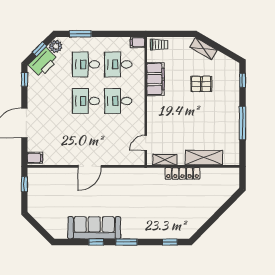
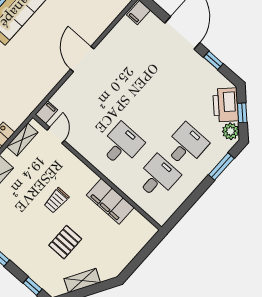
filing cabinet: (137, 42) -> (46, 112), moved
trolley: (159, 45) -> (56, 200), moved
shelving: (204, 49) -> (82, 281), moved
window: (24, 79) -> (213, 60), moved
desk: (86, 101) -> (150, 113), removed

